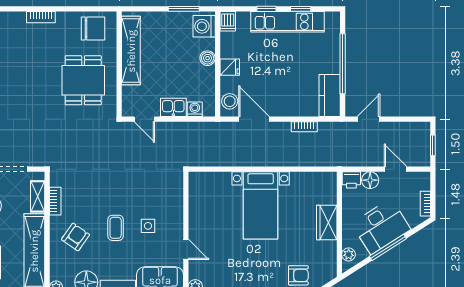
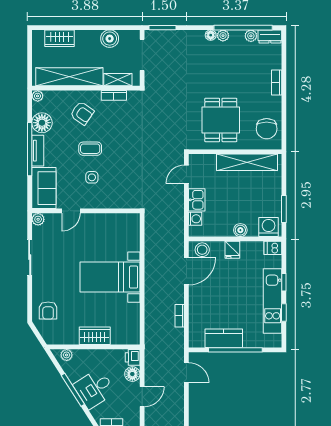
dining table: (83, 80) -> (221, 120), turned 90
kitchen counter: (330, 96) -> (224, 338), moved
desk: (381, 227) -> (94, 389), width x0.73

